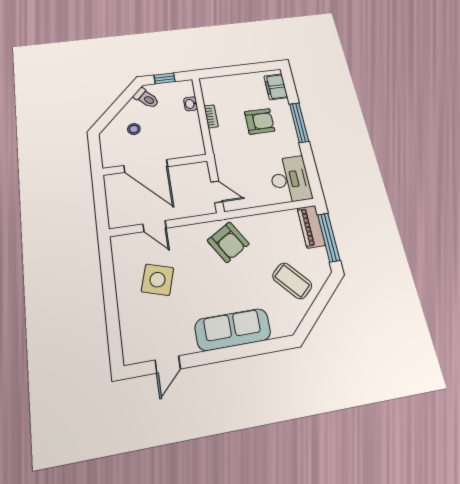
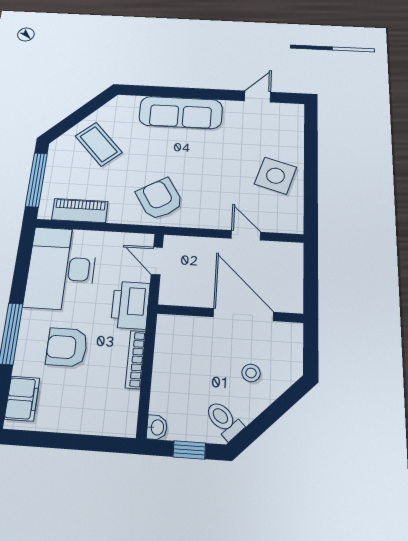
washbasin: (191, 104) -> (157, 427), moved
bookcase: (211, 116) -> (135, 359), width x1.56
printer: (226, 157) -> (130, 305), added
desk: (290, 179) -> (61, 268), width x1.36, depth x1.30
piano: (311, 227) -> (80, 211), moved, turned -90
side table: (157, 280) -> (275, 176), moved

